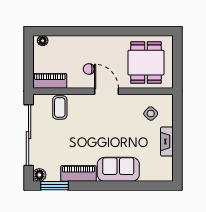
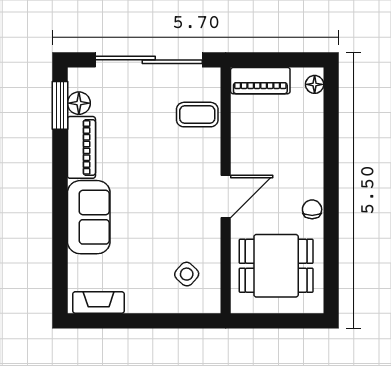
chair: (89, 69) -> (312, 209), moved
piano: (50, 81) -> (260, 81), moved, turned 90
fireplace: (167, 142) -> (99, 302), moved
floor lamp: (39, 175) -> (79, 103), moved

